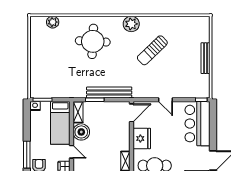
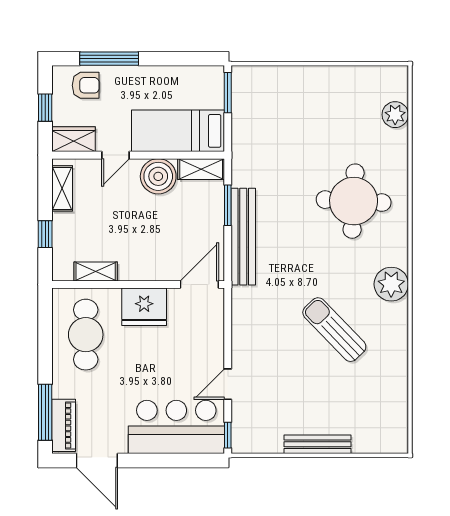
door: (165, 100) -> (228, 384), moved
nightstand: (35, 106) -> (214, 77), removed
door: (131, 113) -> (199, 285), swing flipped

